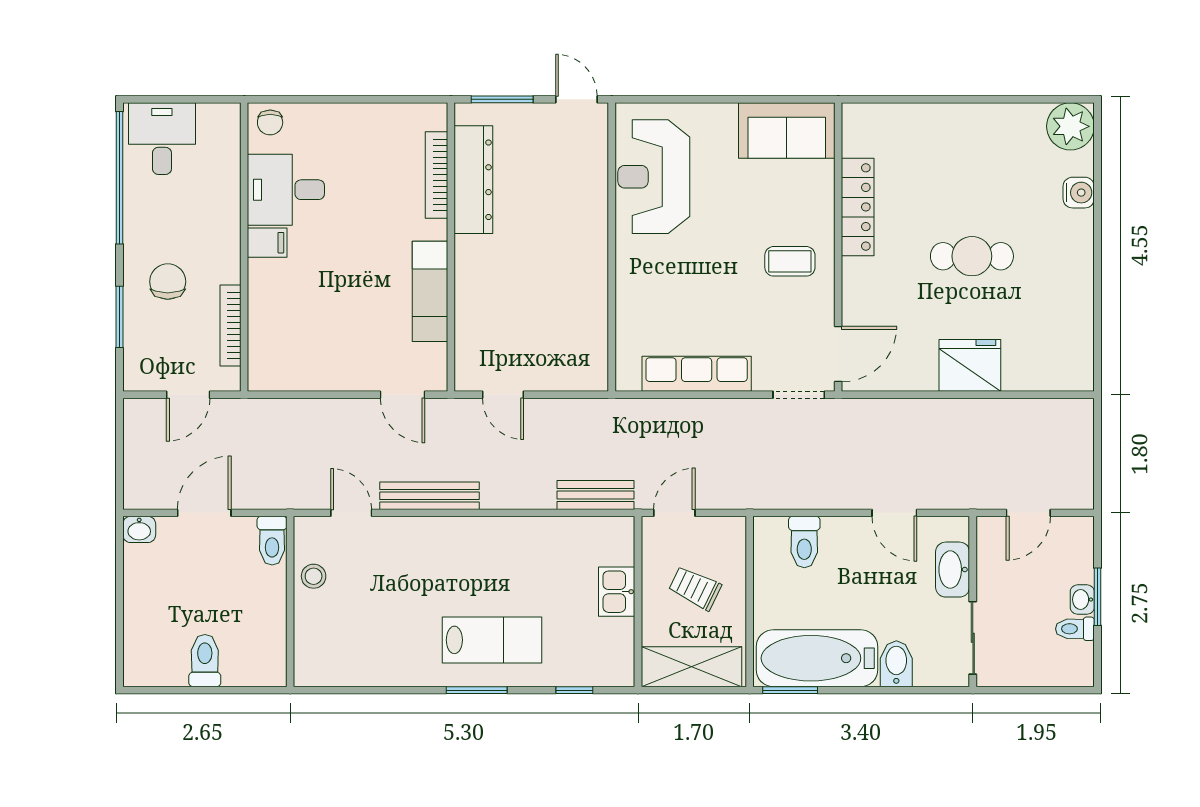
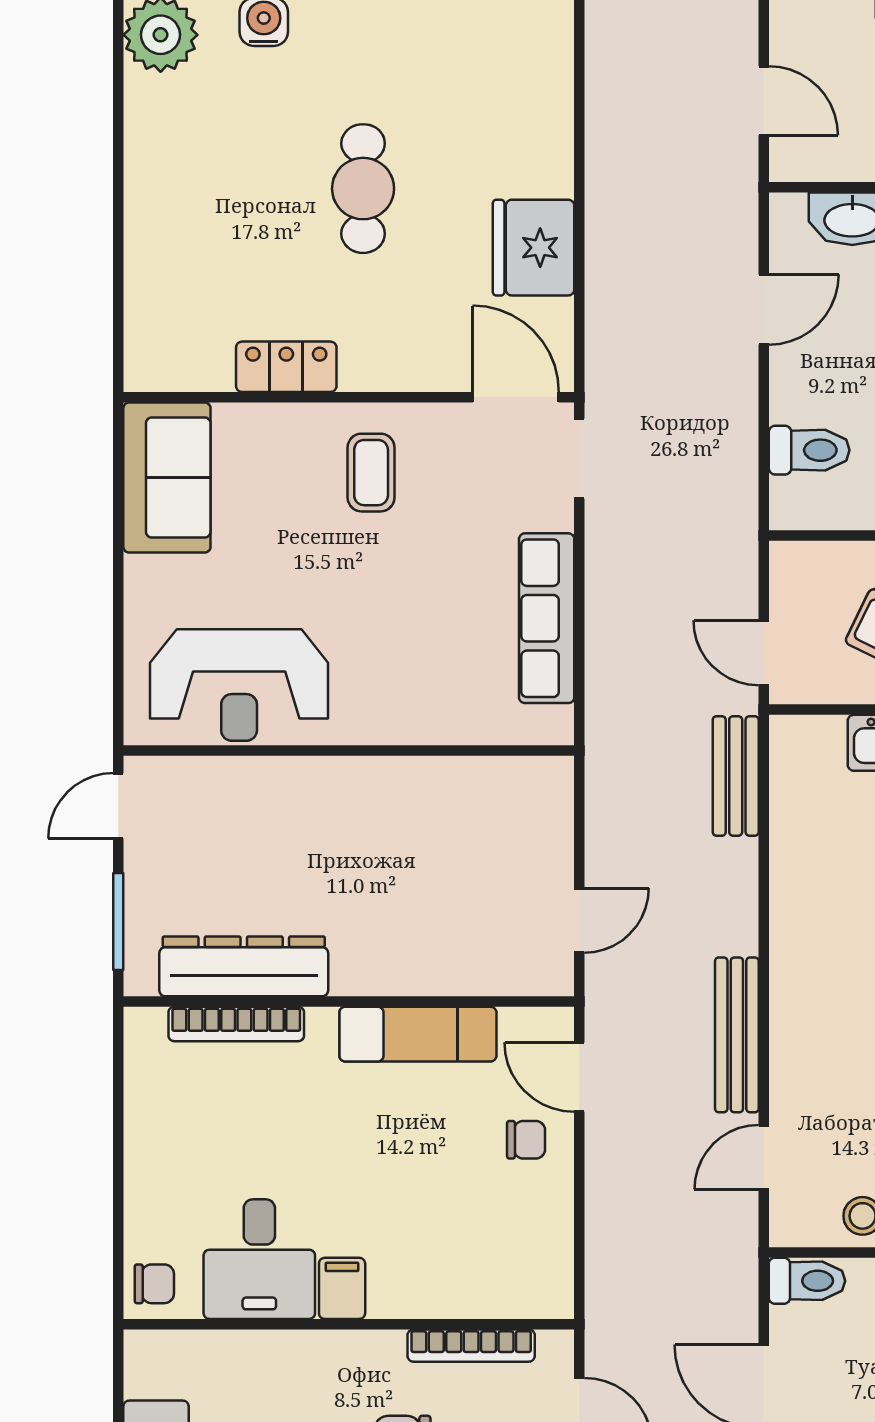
locker: (858, 207) -> (286, 367), width x0.66
chair: (362, 361) -> (526, 1140), added
fridge: (970, 365) -> (534, 248), moved
door: (403, 395) -> (579, 1077), swing flipped

